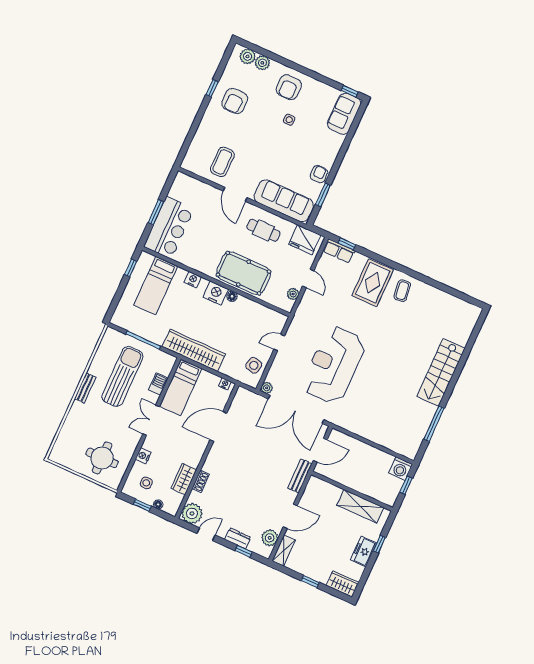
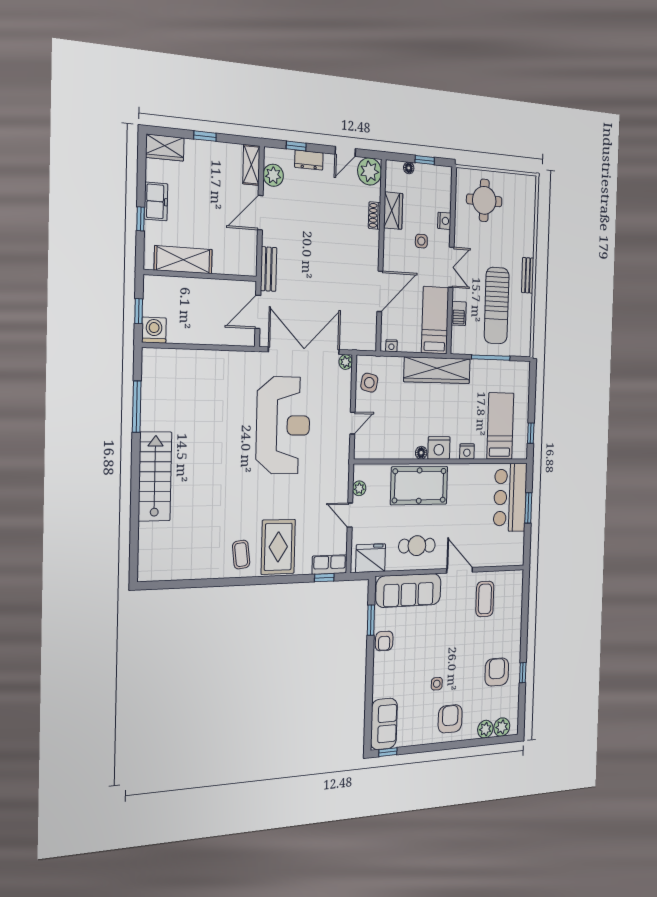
side table: (146, 483) -> (421, 241), moved

